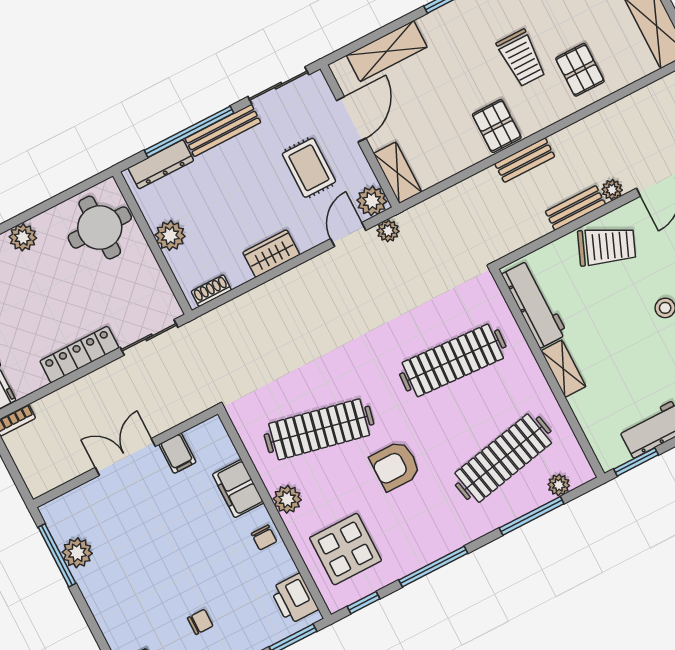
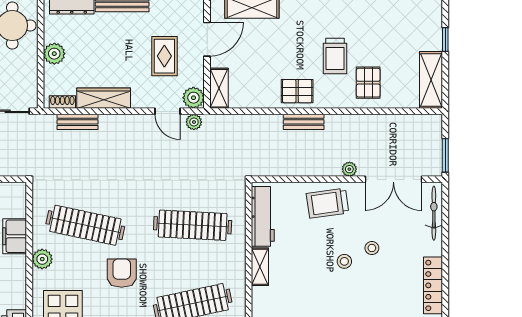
pallet: (497, 126) -> (297, 91), turned 90
bench: (575, 208) -> (77, 122), moved
door: (348, 235) -> (167, 111), swing flipped
trolley: (607, 246) -> (328, 203), turned 150
wardrobe: (271, 254) -> (104, 98), width x1.50
armchair: (395, 466) -> (122, 273), turned 90
chair: (264, 537) -> (15, 276), removed

